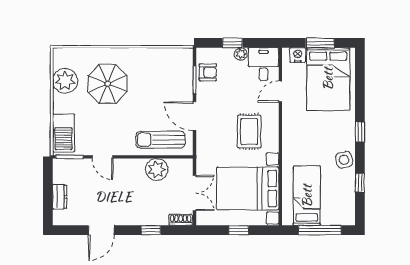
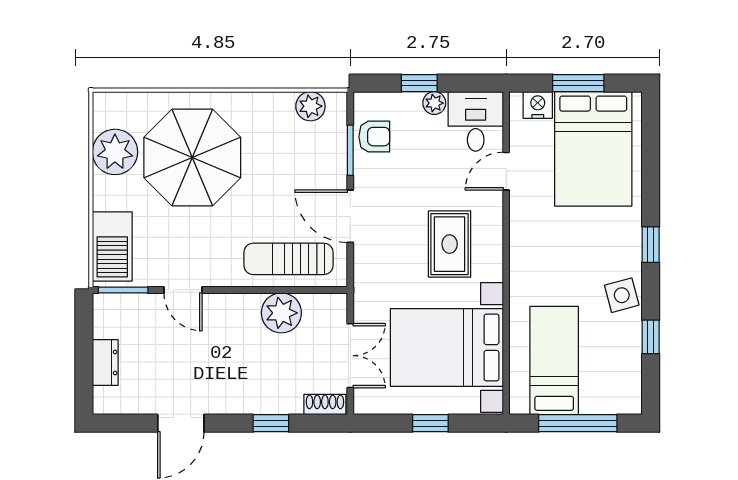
plant: (173, 56) -> (310, 106), added
parasol: (108, 84) -> (192, 157), width x1.36, depth x1.36

